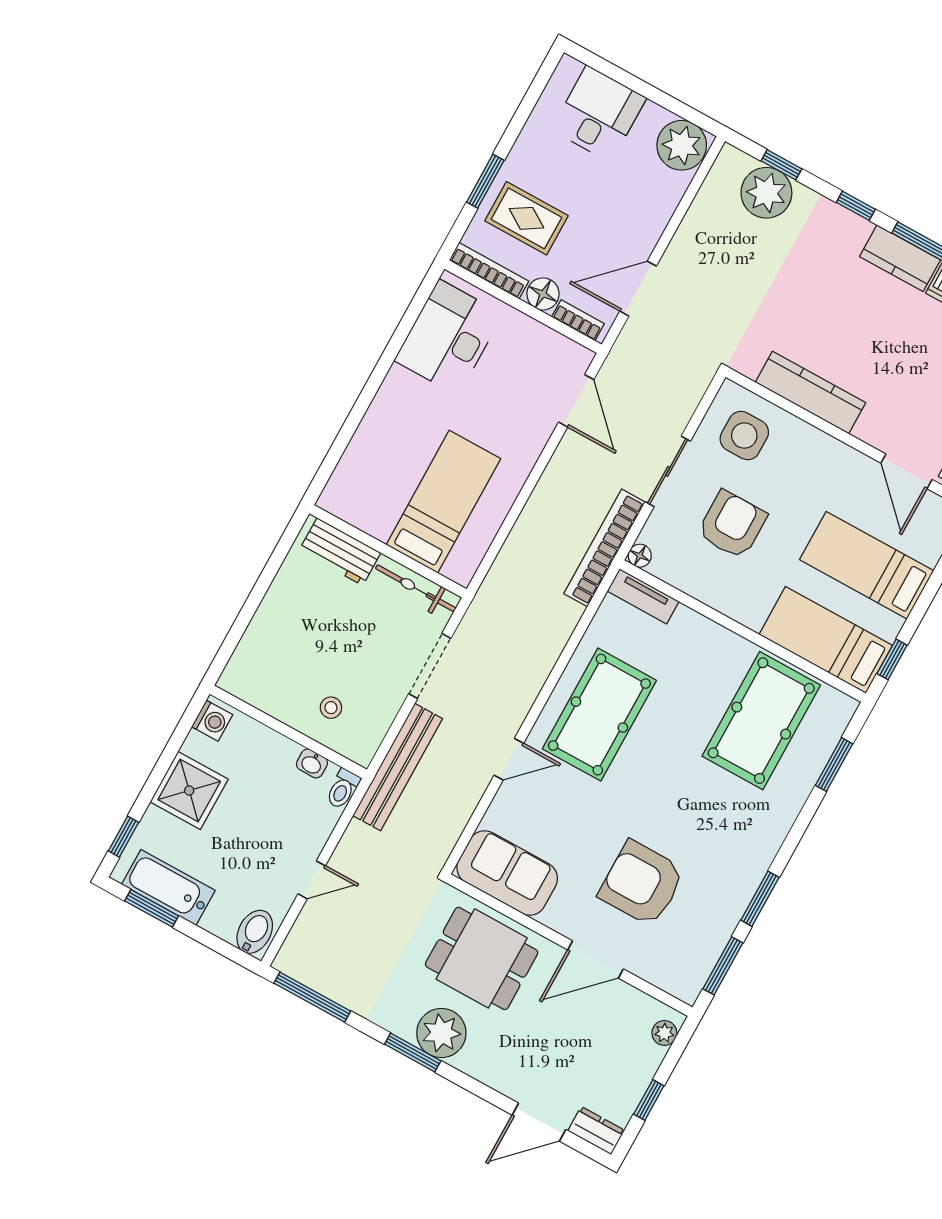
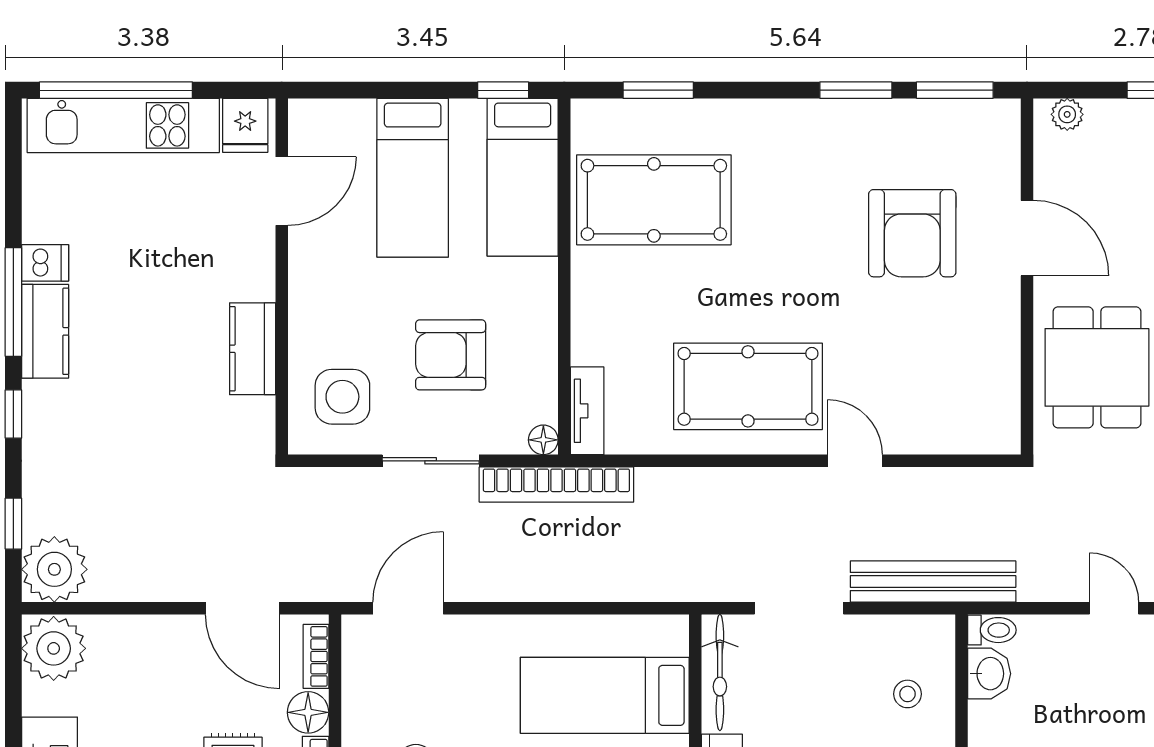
plant: (766, 193) -> (54, 569), moved
kitchen counter: (810, 393) -> (253, 349), width x0.67
washbasin: (312, 763) -> (989, 674), width x1.38, depth x1.45
sofa: (507, 873) -> (984, 392), removed

